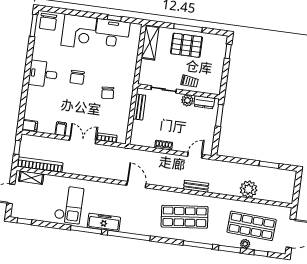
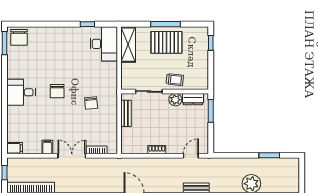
corner desk: (79, 32) -> (52, 43), removed
desk: (112, 33) -> (104, 44), moved, turned 90

